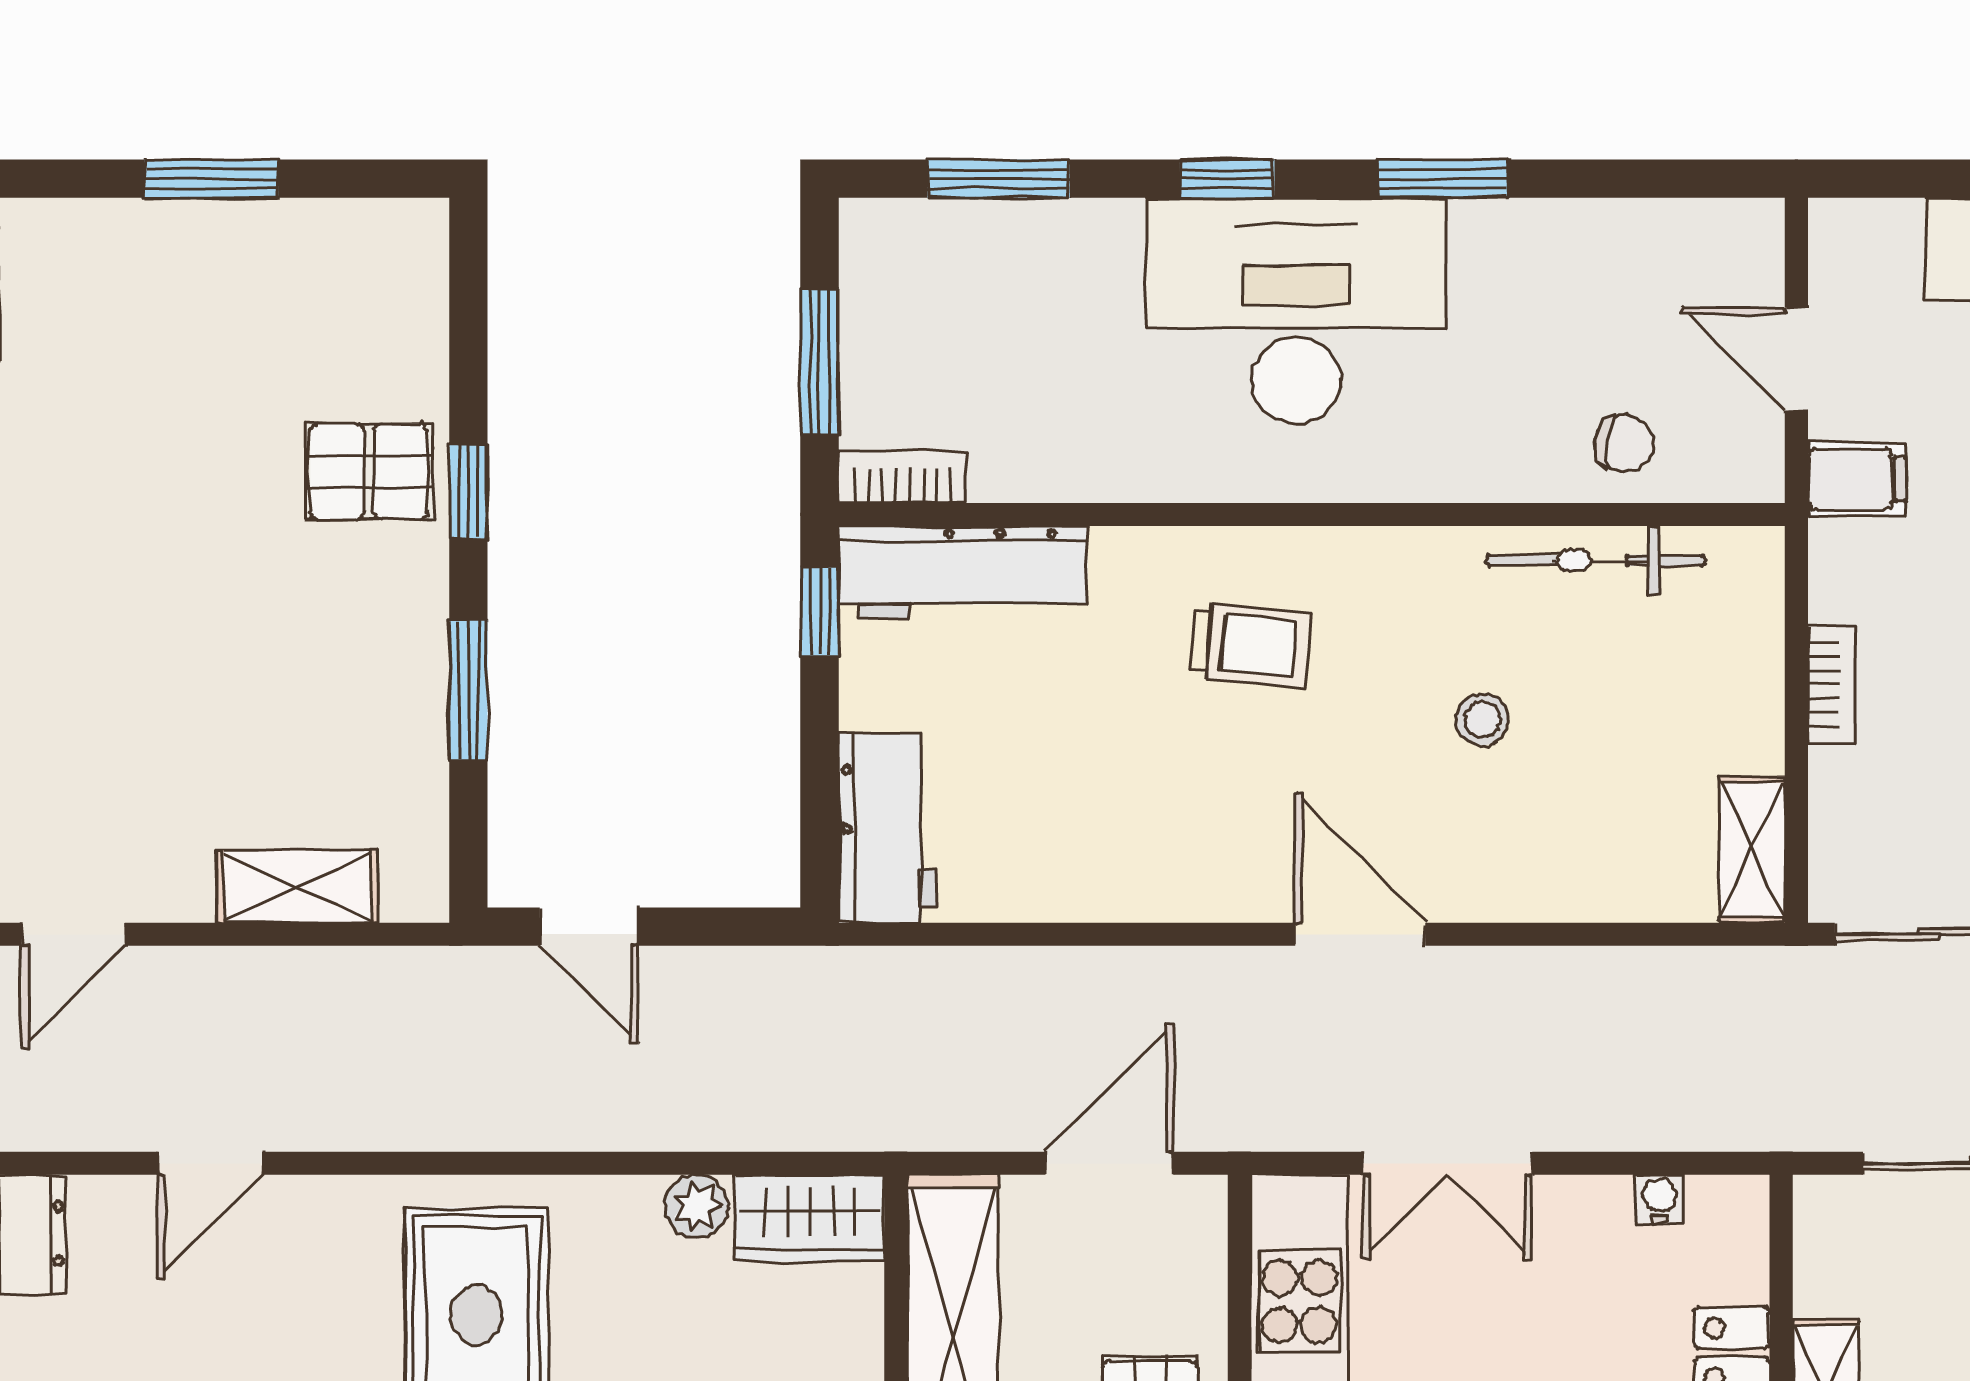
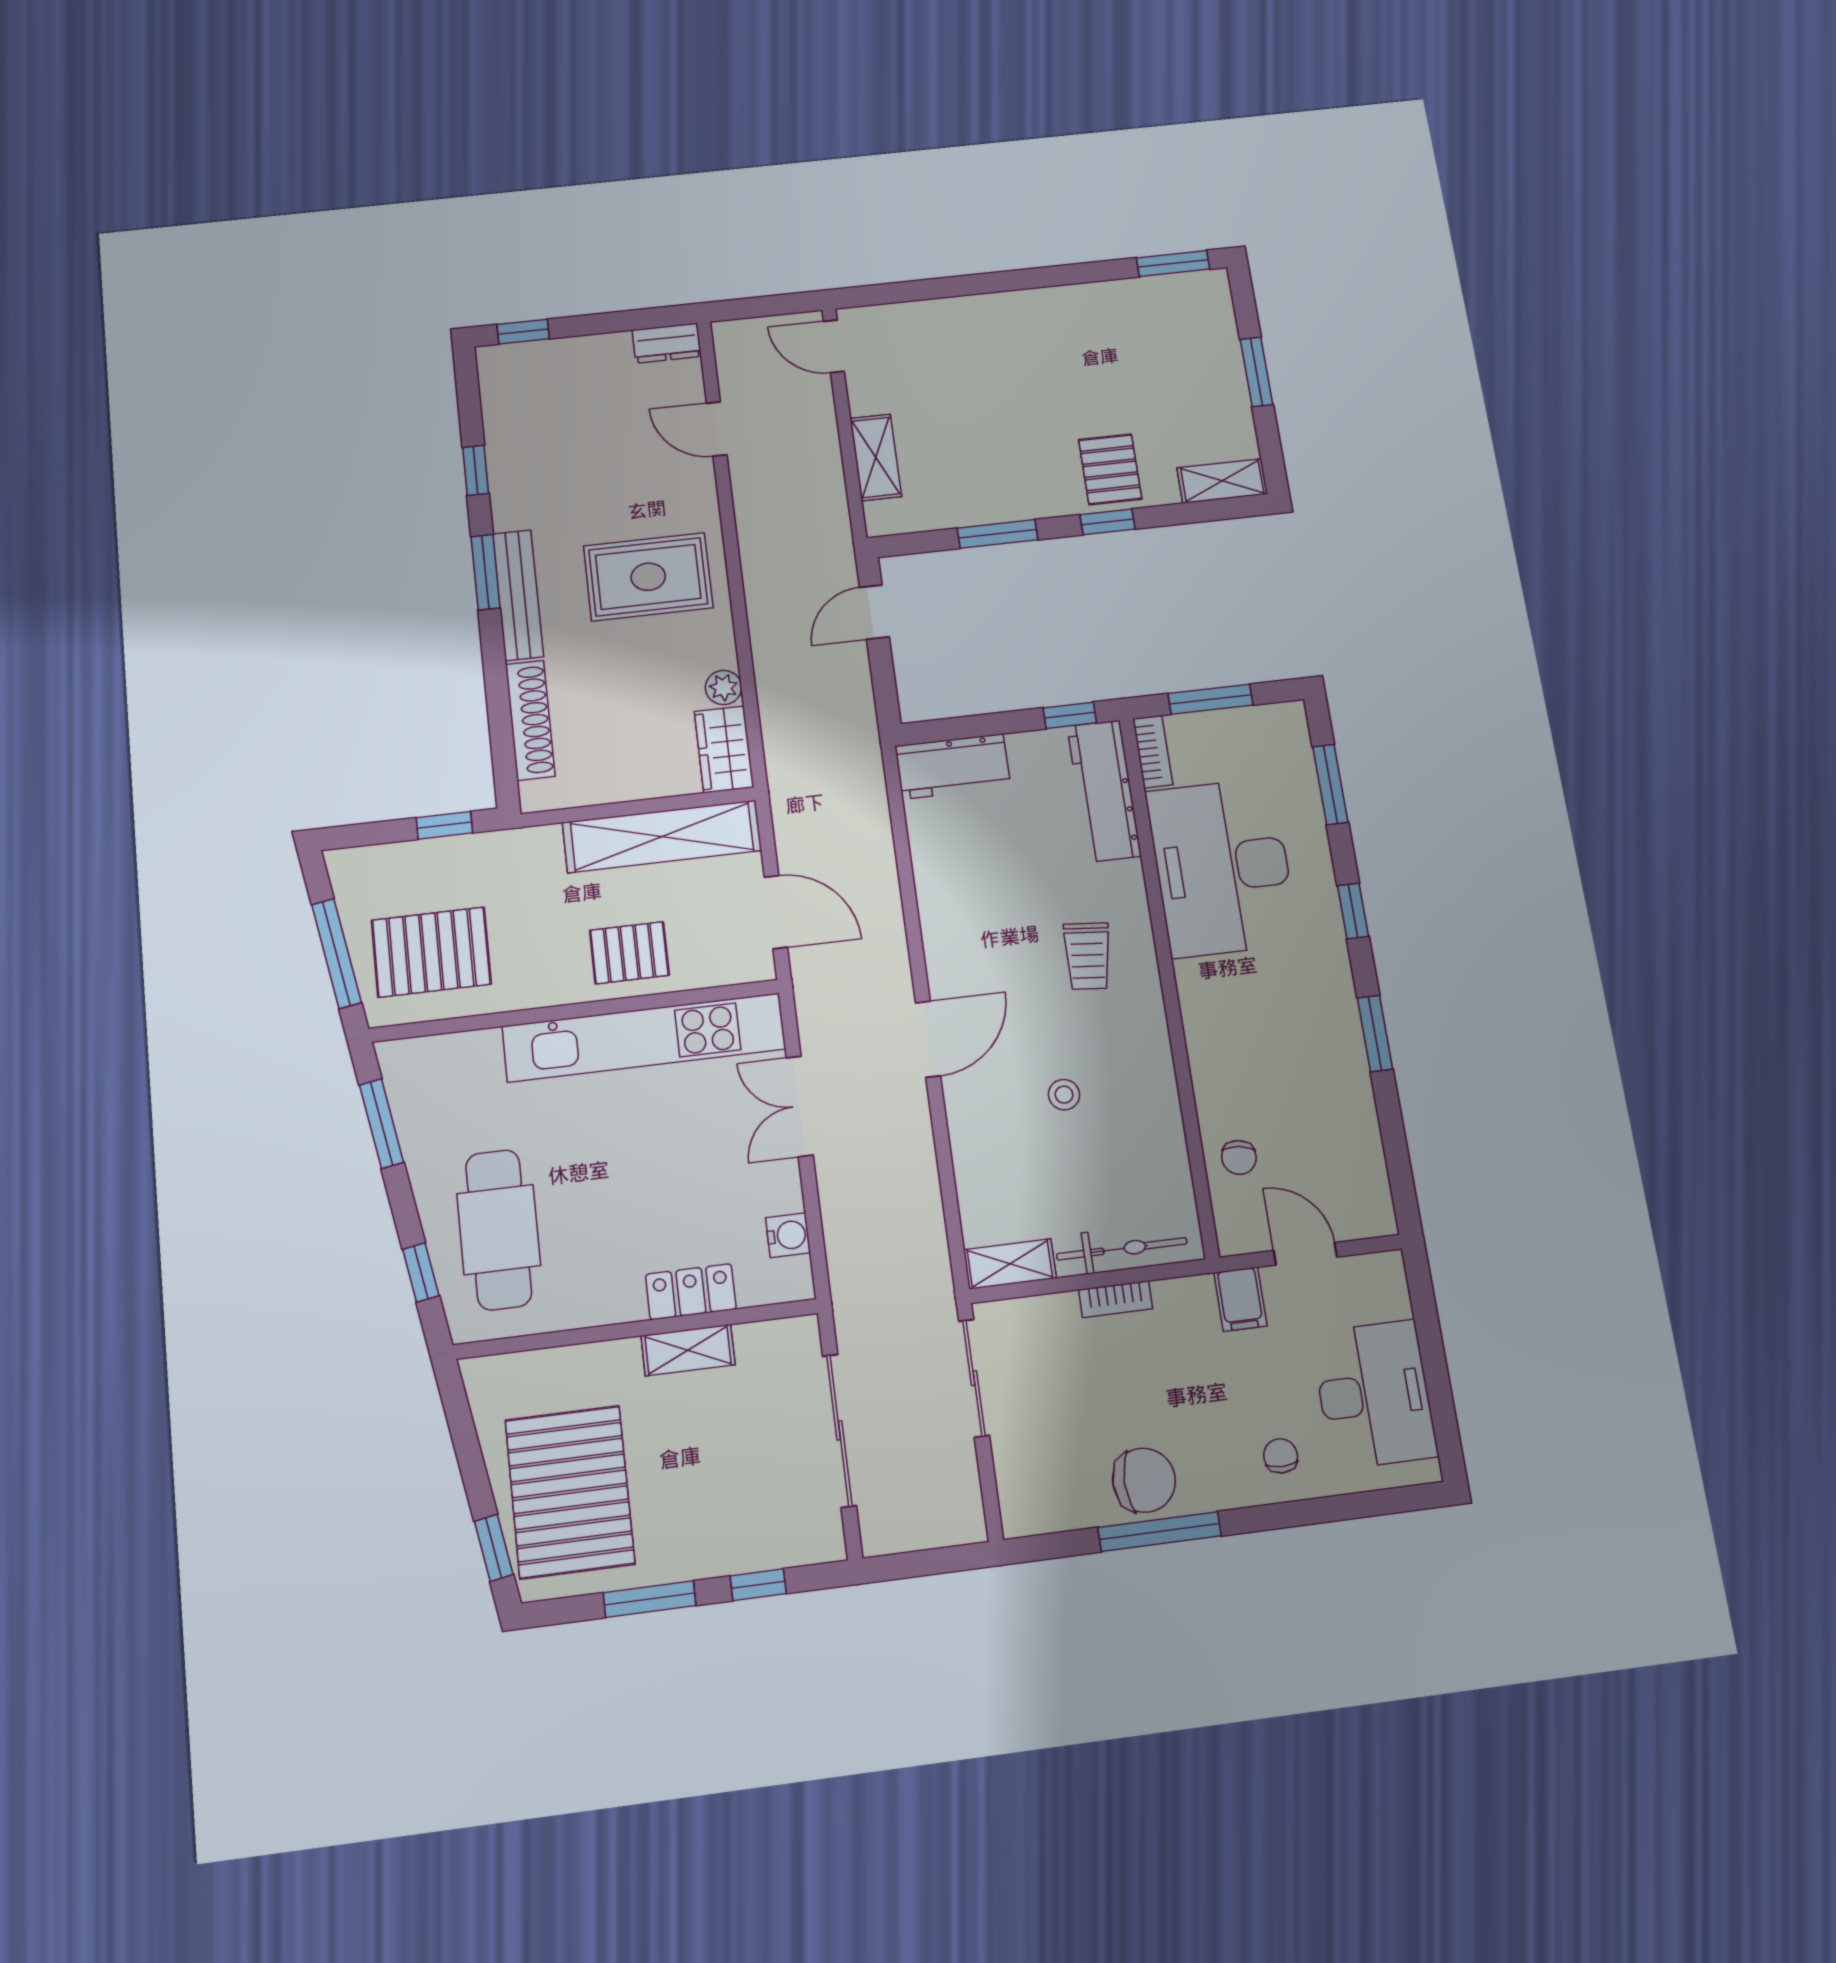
shelving: (415, 275) -> (1222, 481), added
desk: (1296, 310) -> (1222, 867), moved, turned 180
door: (1796, 360) -> (1305, 1254), hinge flipped
bicycle: (1596, 560) -> (1122, 1249), moved, turned 90
water cooler: (1660, 1199) -> (788, 1235), width x1.38, depth x1.38

